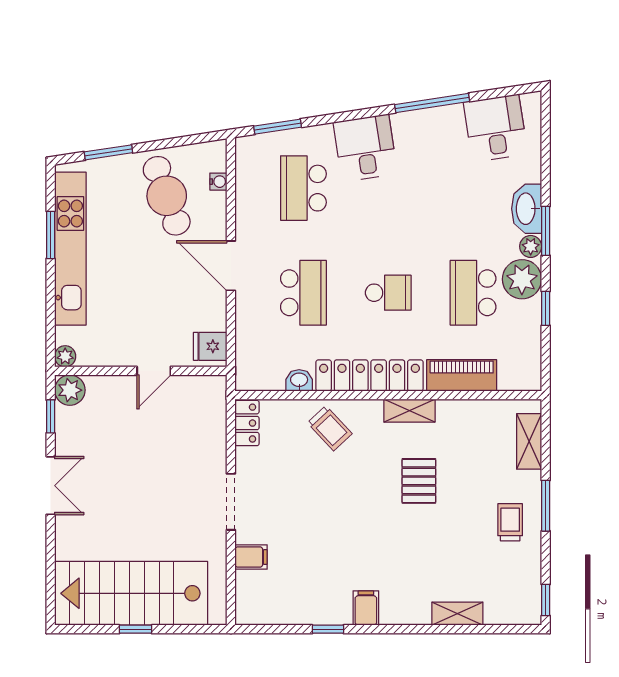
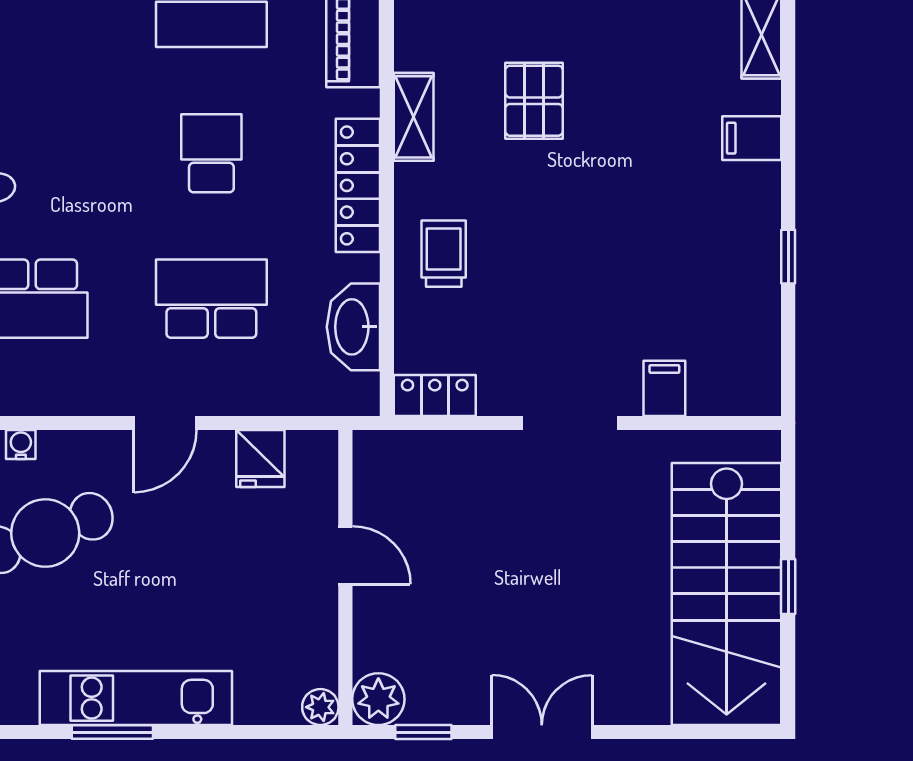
kitchen unit: (70, 249) -> (136, 698), width x0.73
door: (231, 266) -> (165, 423), width x0.73
fridge: (210, 346) -> (260, 459), moved
locker: (369, 376) -> (358, 185), width x0.71, depth x0.83
washbasin: (299, 380) -> (353, 327), width x1.91, depth x1.45
trolley: (330, 428) -> (444, 254), turned -47
pallet: (419, 481) -> (534, 101), turned 90
filing cabinet: (366, 608) -> (752, 138), moved

